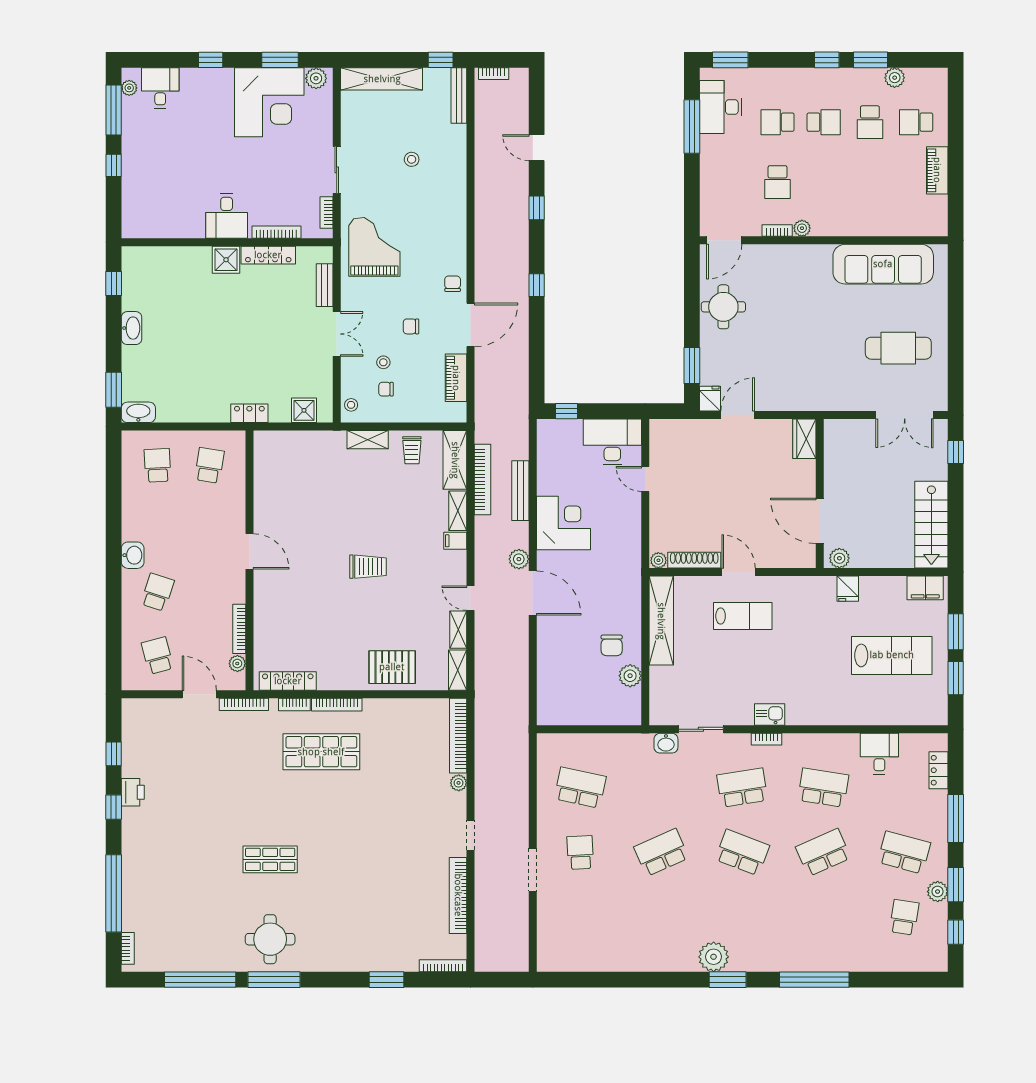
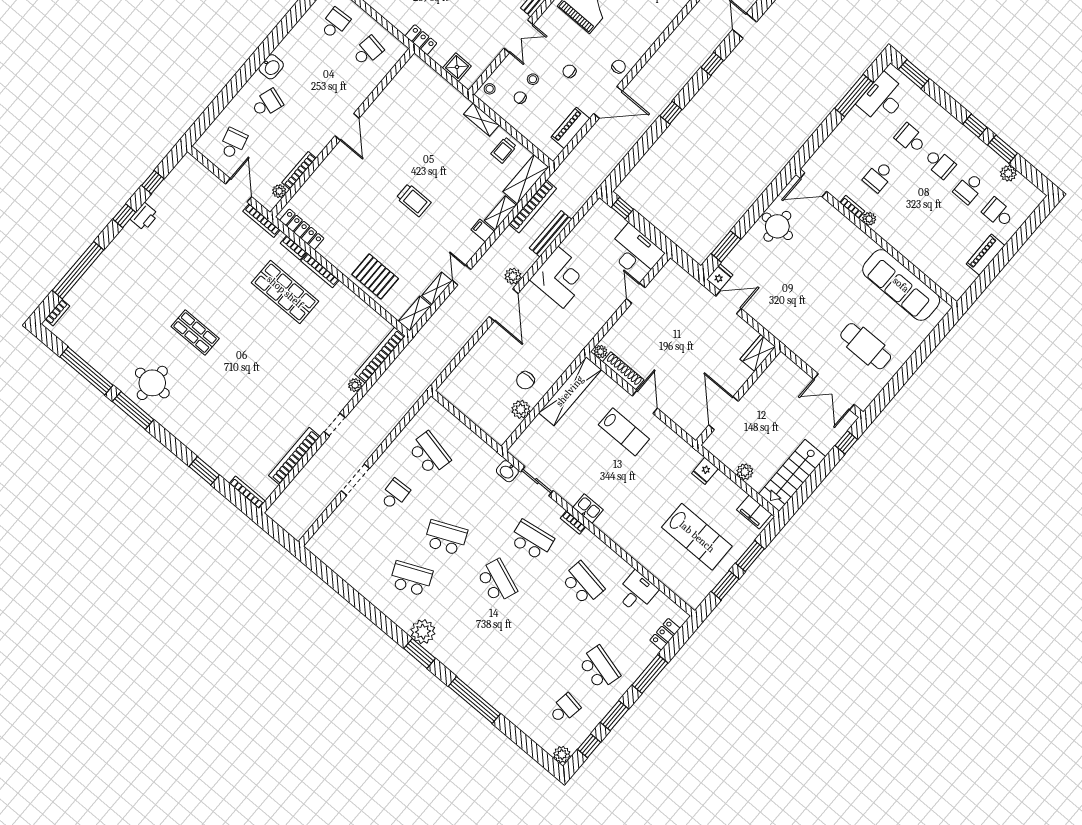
plant: (839, 558) -> (745, 472), moved
school desk: (823, 852) -> (411, 579), moved
plant: (938, 892) -> (562, 755), moved

